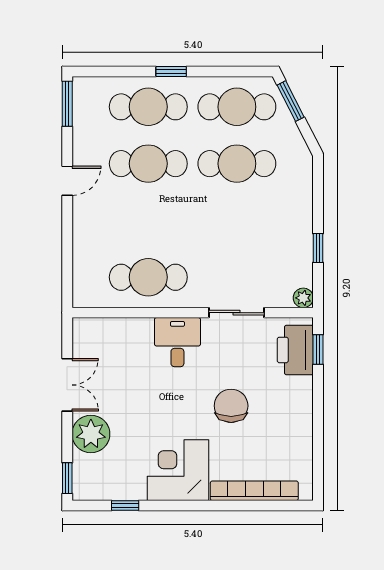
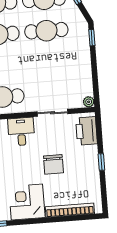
window: (318, 248) -> (92, 38), moved
window: (318, 349) -> (101, 162), moved
chair: (231, 406) -> (53, 164), turned 180

